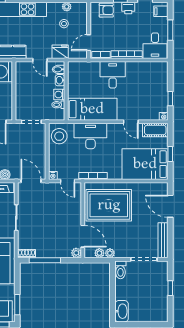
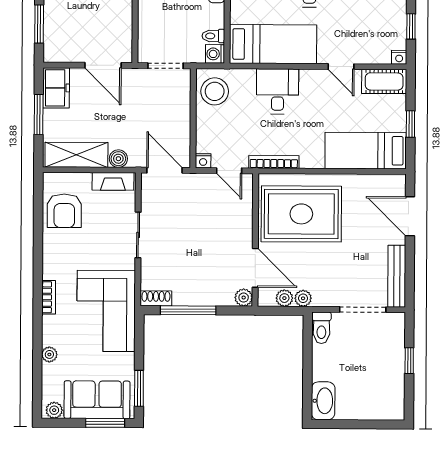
washing machine: (59, 95) -> (215, 54), moved
desk: (90, 136) -> (278, 91), width x0.73
bed: (145, 164) -> (366, 151), width x0.67

